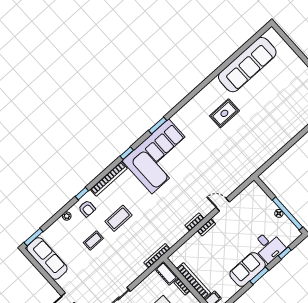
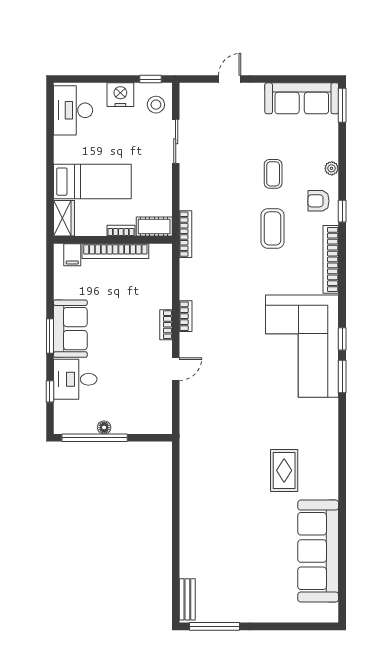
window: (127, 153) -> (342, 339), moved

